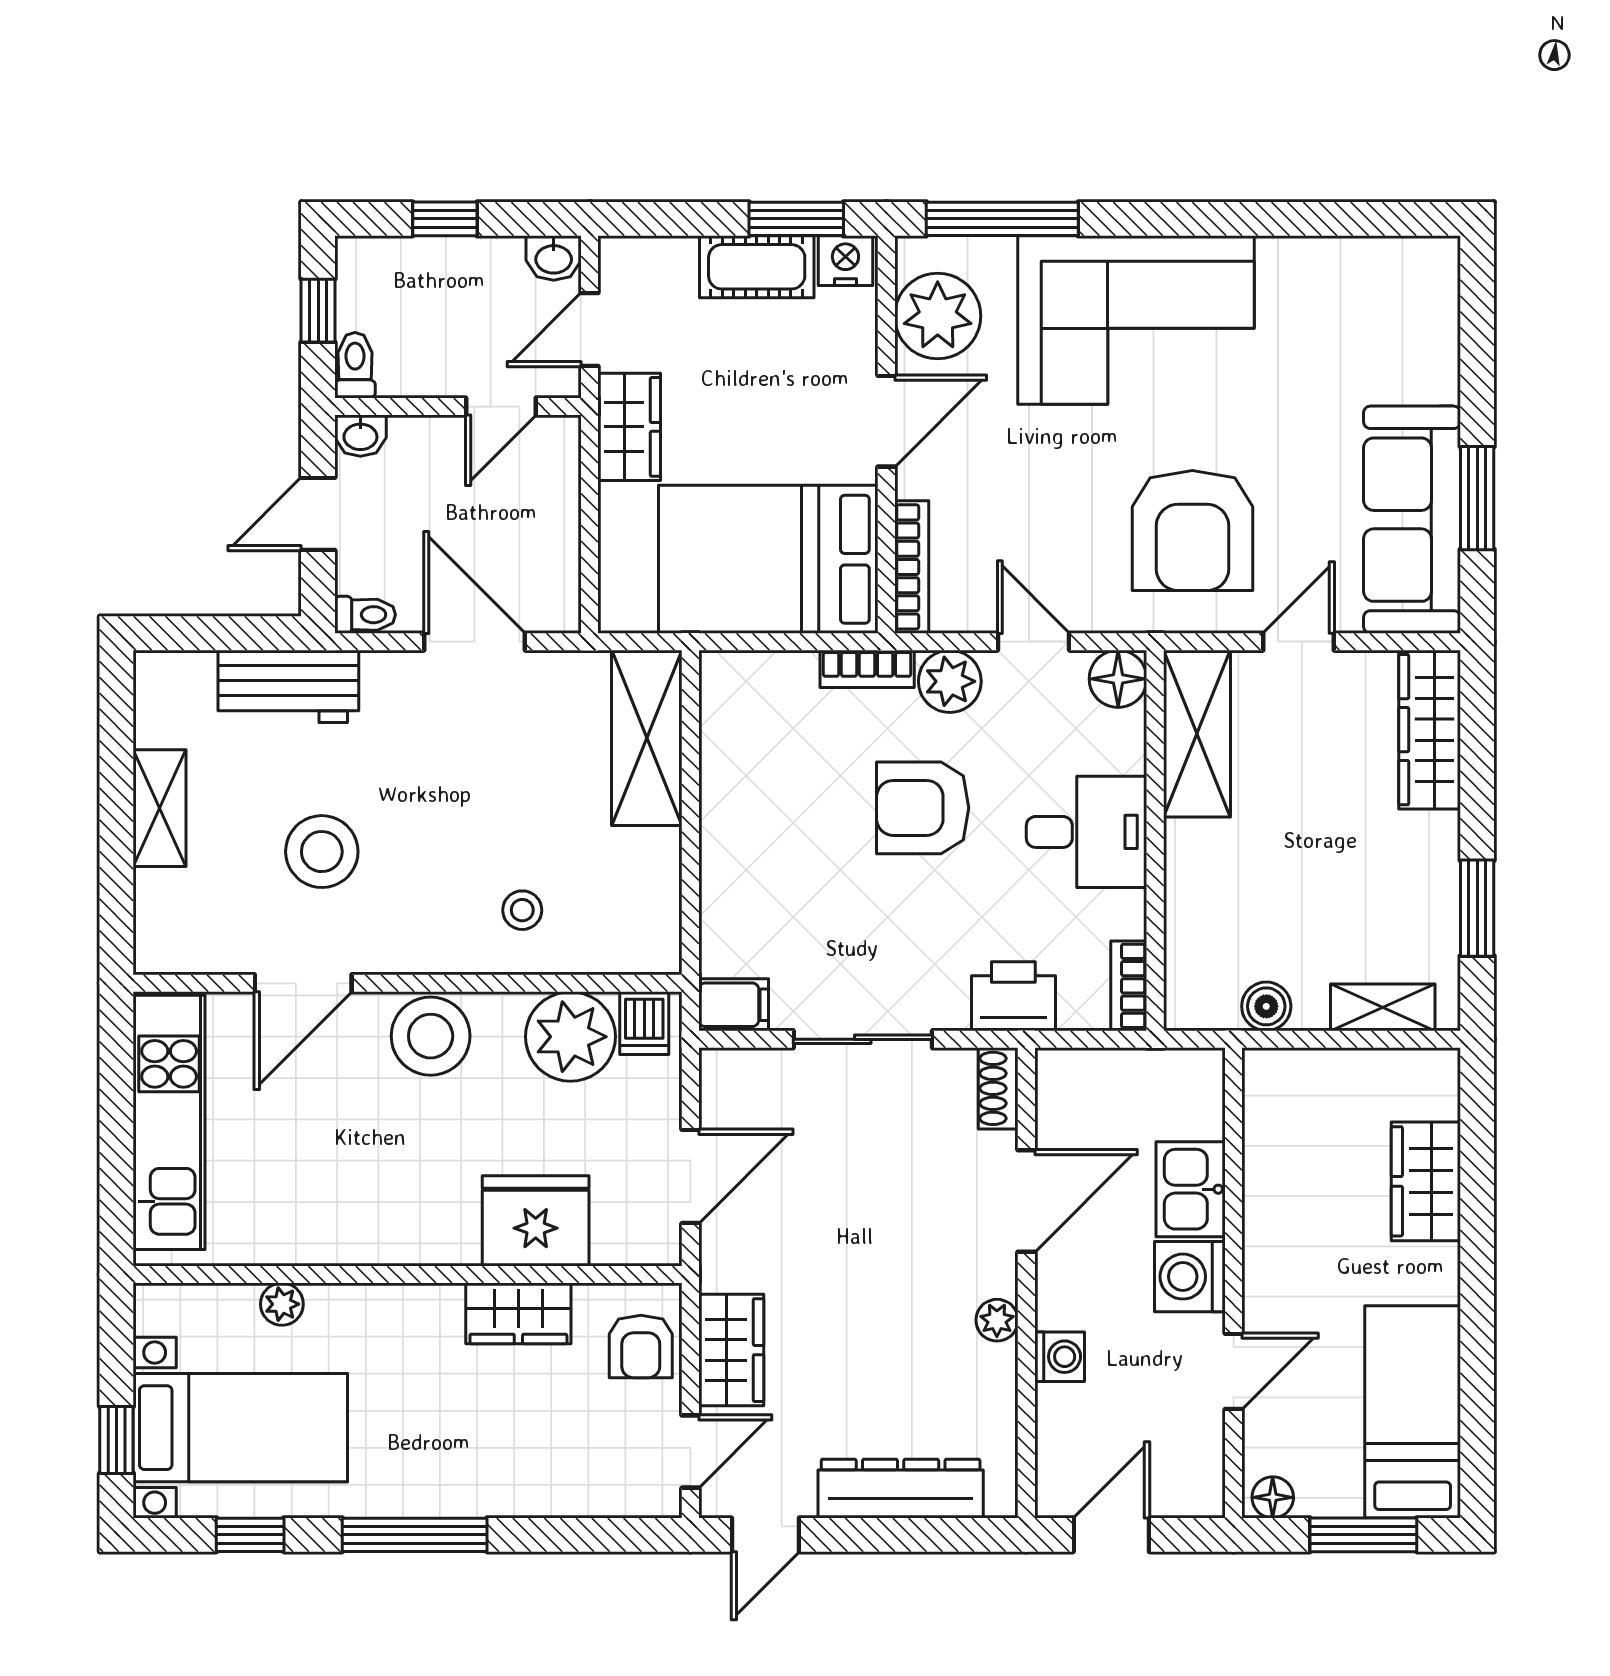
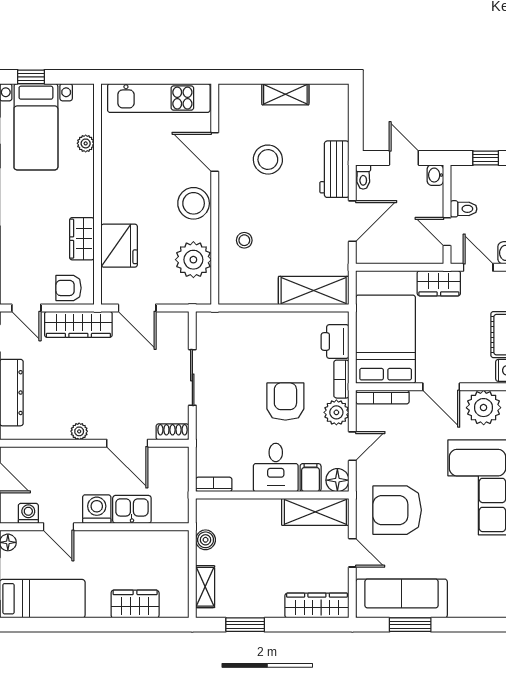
toilet: (355, 365) -> (464, 209), moved
workbench: (288, 686) -> (334, 169), moved
printer: (1013, 996) -> (335, 341), moved, turned 180
filing cabinet: (734, 1005) -> (311, 478), moved, turned 180
dishwasher: (644, 1023) -> (199, 289), removed
wardrobe: (731, 1350) -> (78, 324), width x1.50
washing machine: (1060, 1357) -> (28, 513), moved, turned 180

